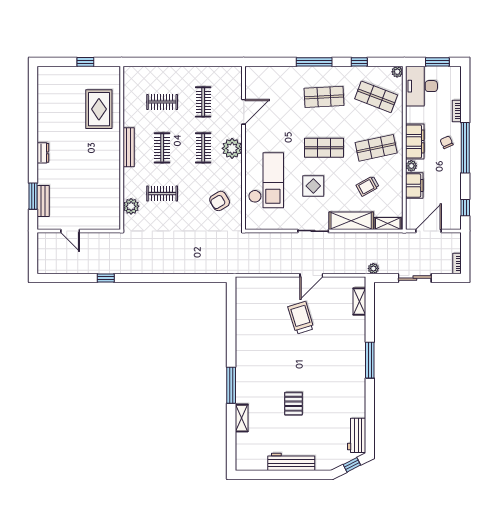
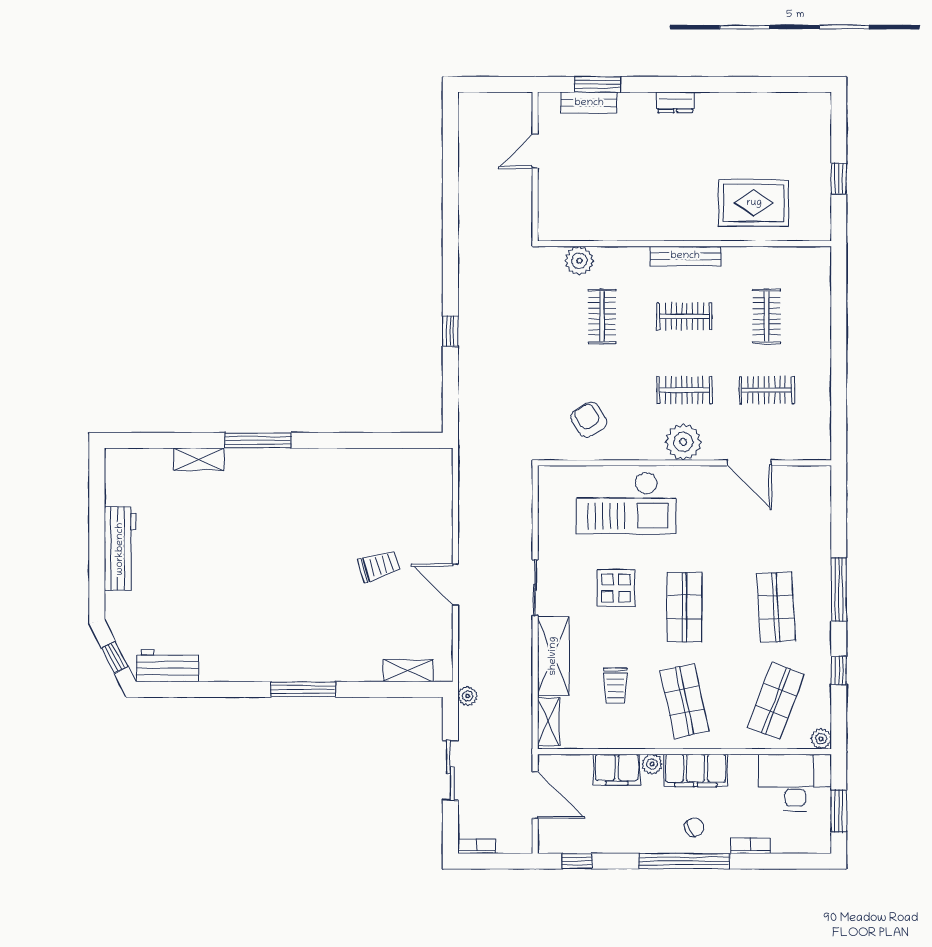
trolley: (368, 186) -> (616, 686), turned -151
window: (106, 278) -> (450, 331), moved
trolley: (301, 318) -> (379, 566), width x0.73, depth x0.72
pallet: (293, 404) -> (225, 552), removed

